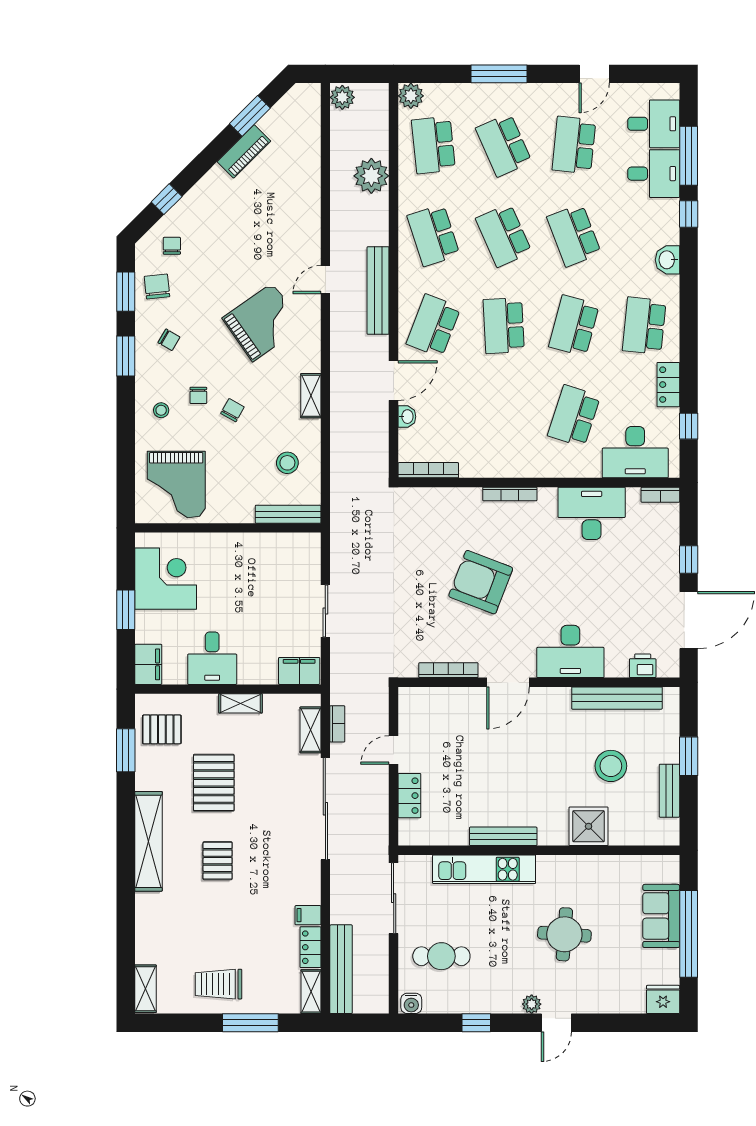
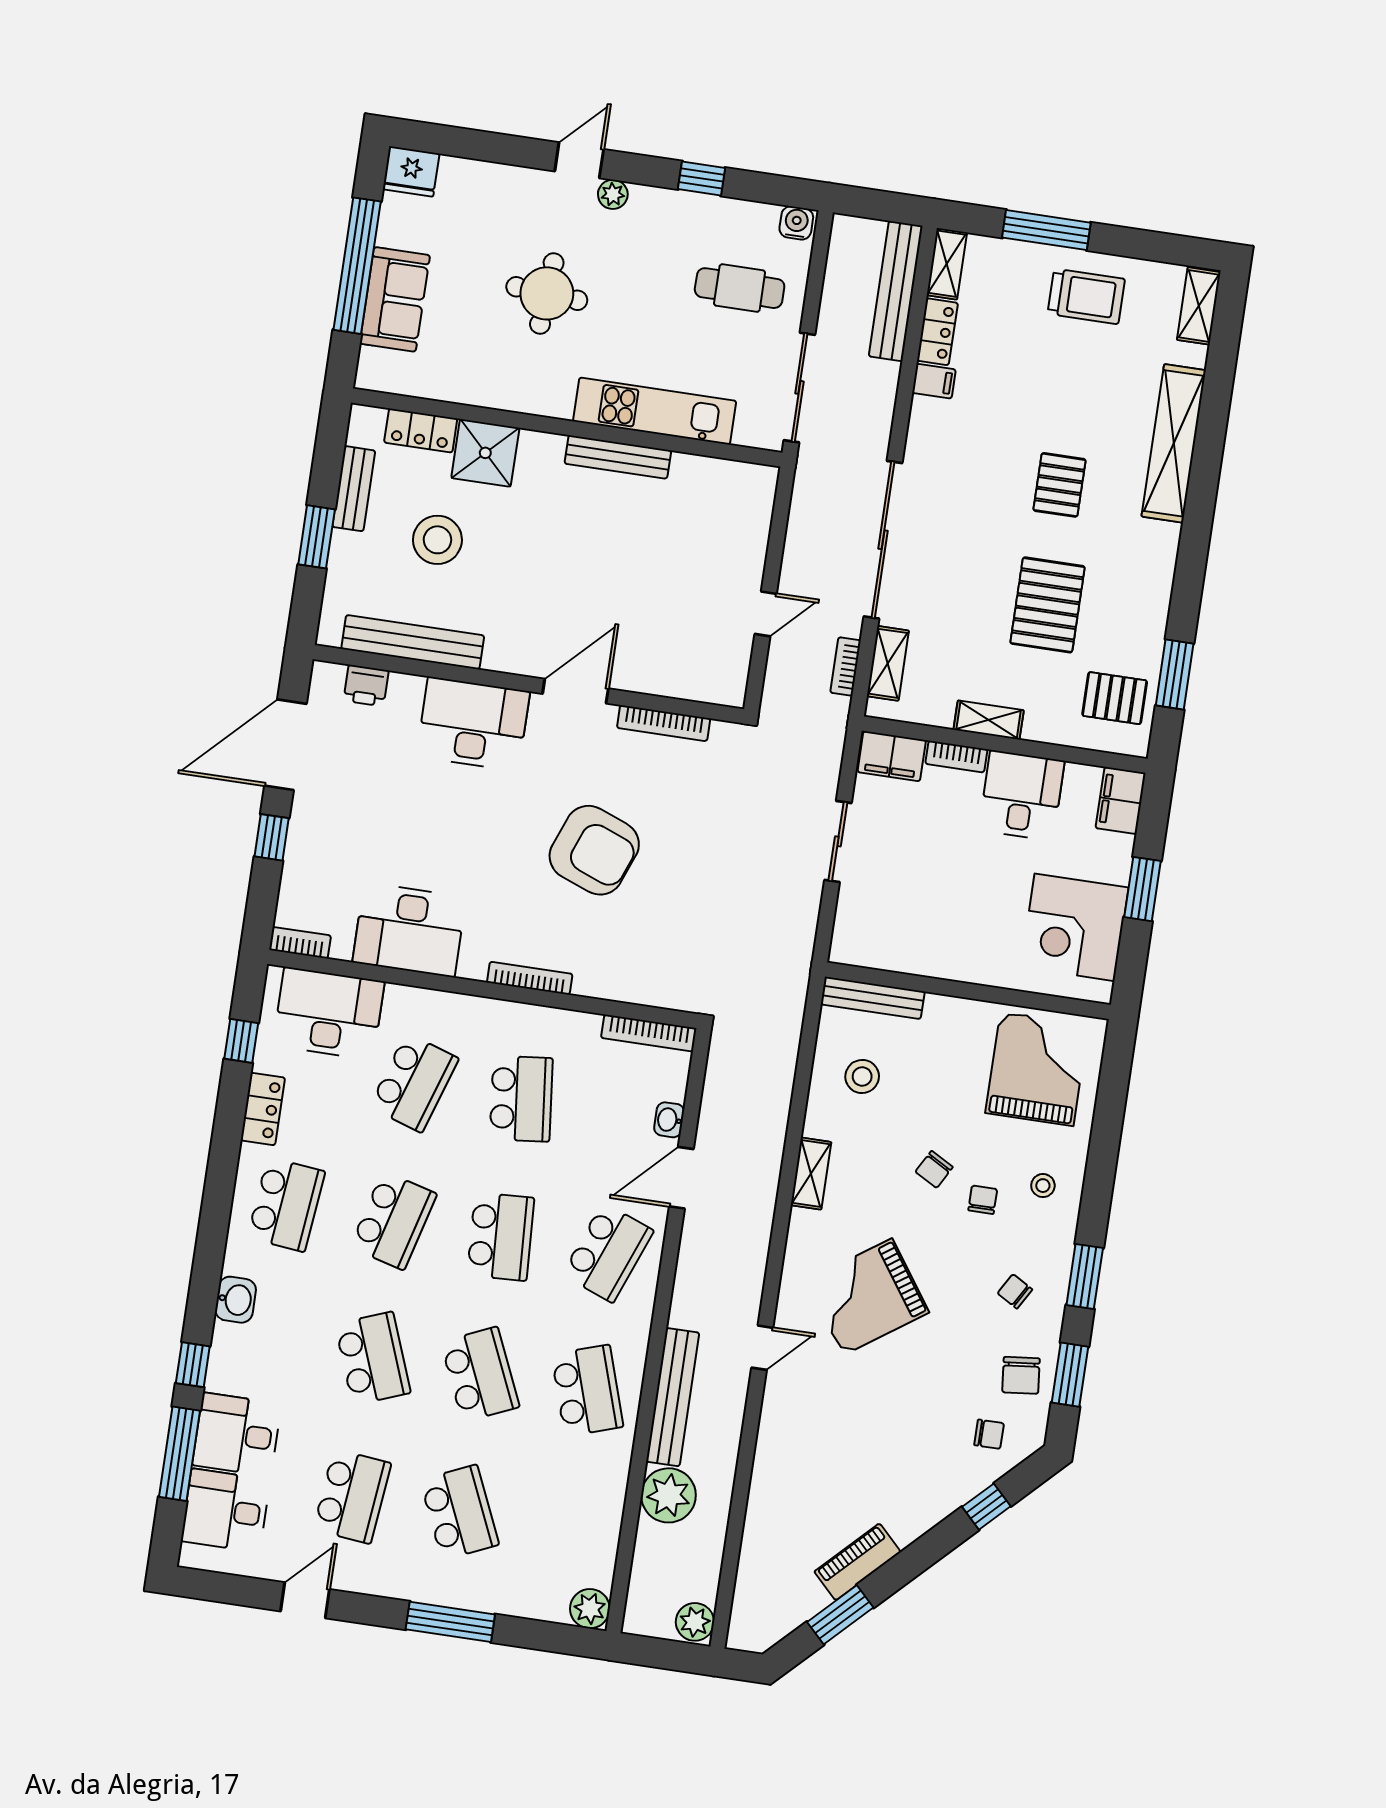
school desk: (433, 145) -> (521, 1099), moved
chair: (172, 246) -> (989, 1434), turned -90
bench: (378, 290) -> (673, 1397), moved
bookcase: (258, 677) -> (956, 757), added
locker: (409, 796) -> (421, 430), moved, turned -90
shelving: (148, 841) -> (1174, 443), moved

